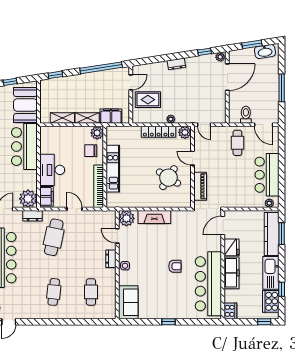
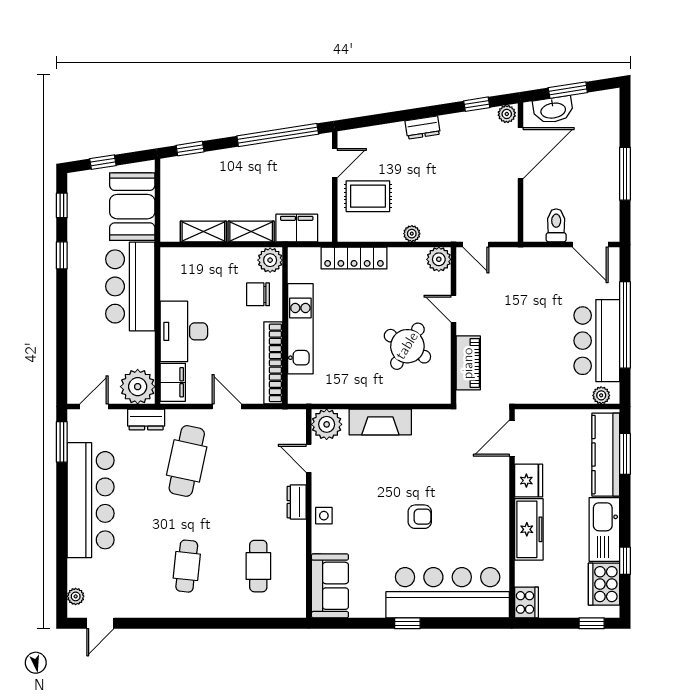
washbasin: (265, 51) -> (553, 110), moved
locker: (159, 132) -> (354, 258), moved
cafe table: (237, 143) -> (540, 279), removed
window: (282, 167) -> (625, 325), added
bar counter: (208, 284) -> (448, 593), moved, turned 90

